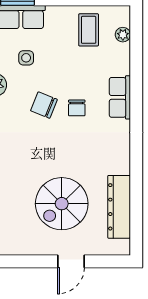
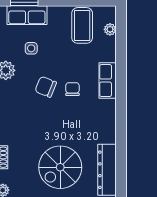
coffee table: (89, 30) -> (82, 25), width x1.36, depth x1.30
chair: (77, 108) -> (72, 89), turned 180

